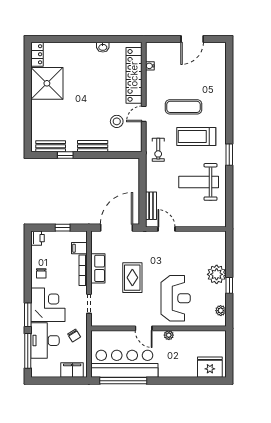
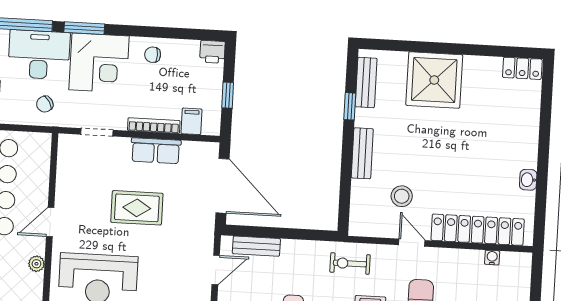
shower: (47, 83) -> (434, 80), moved

